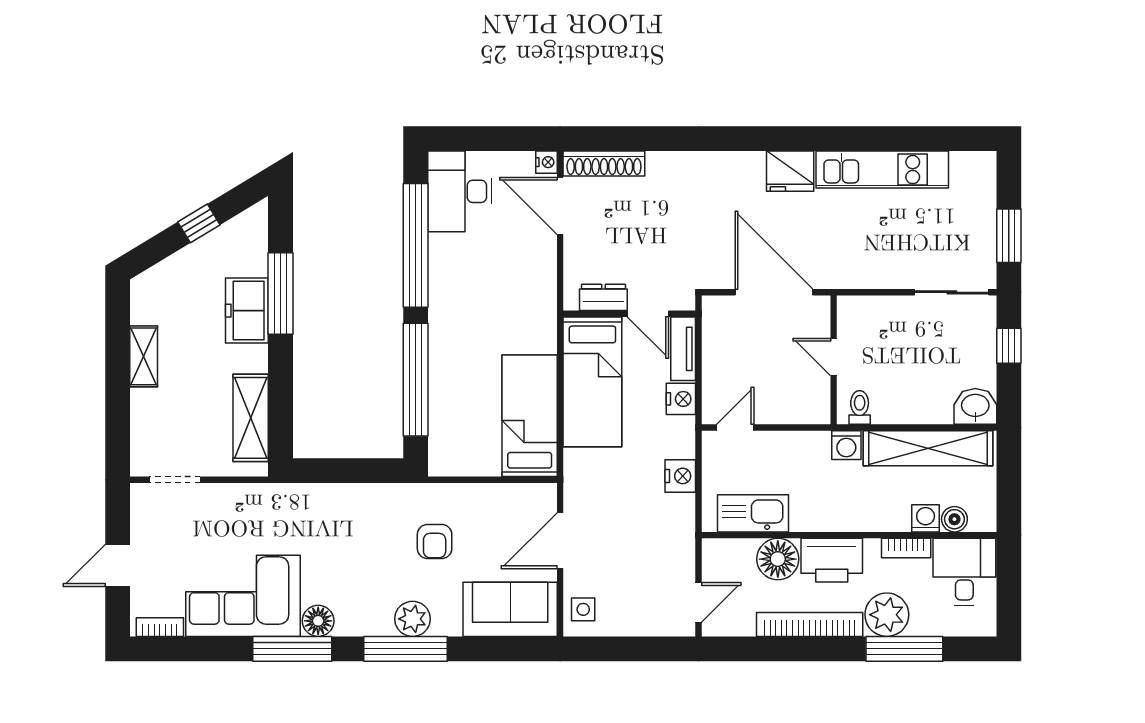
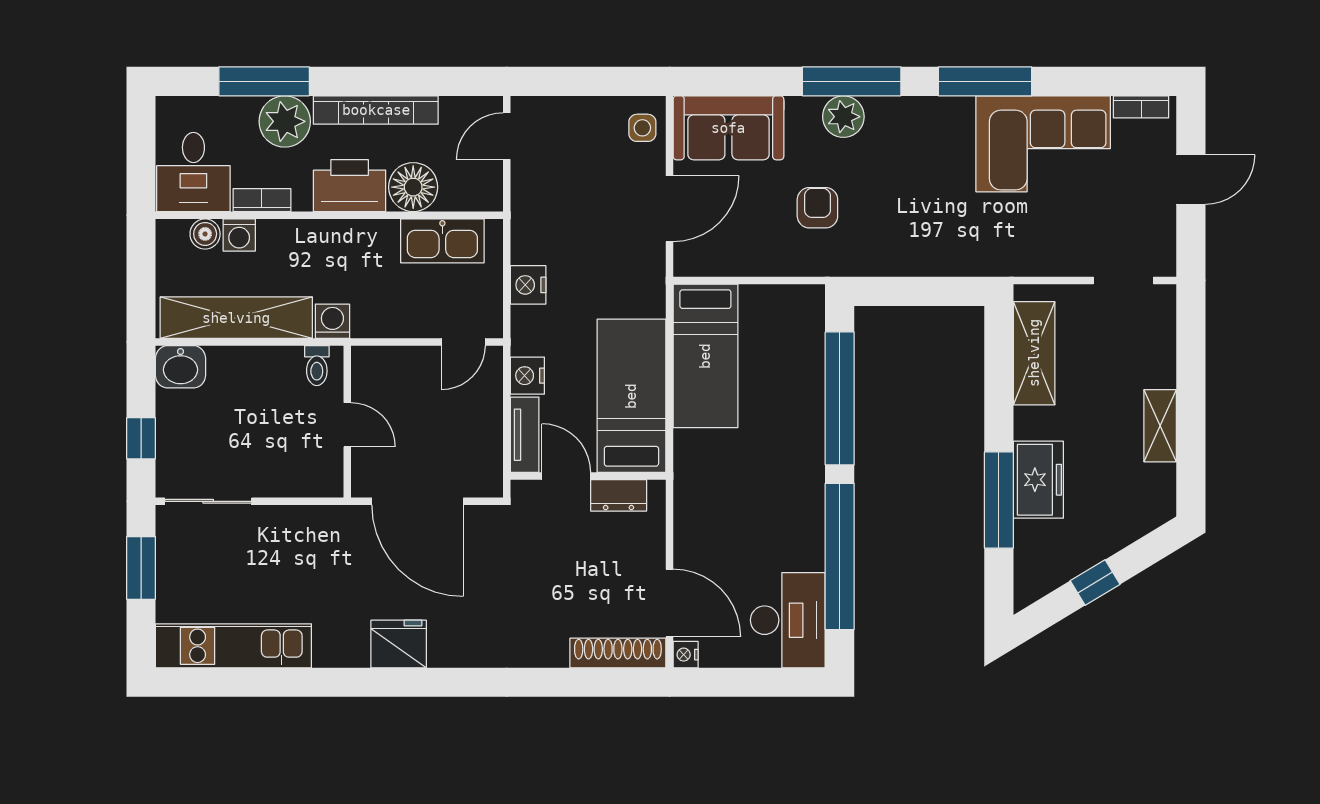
kitchen unit: (882, 170) -> (233, 646), moved
floor lamp: (318, 621) -> (955, 114), removed

